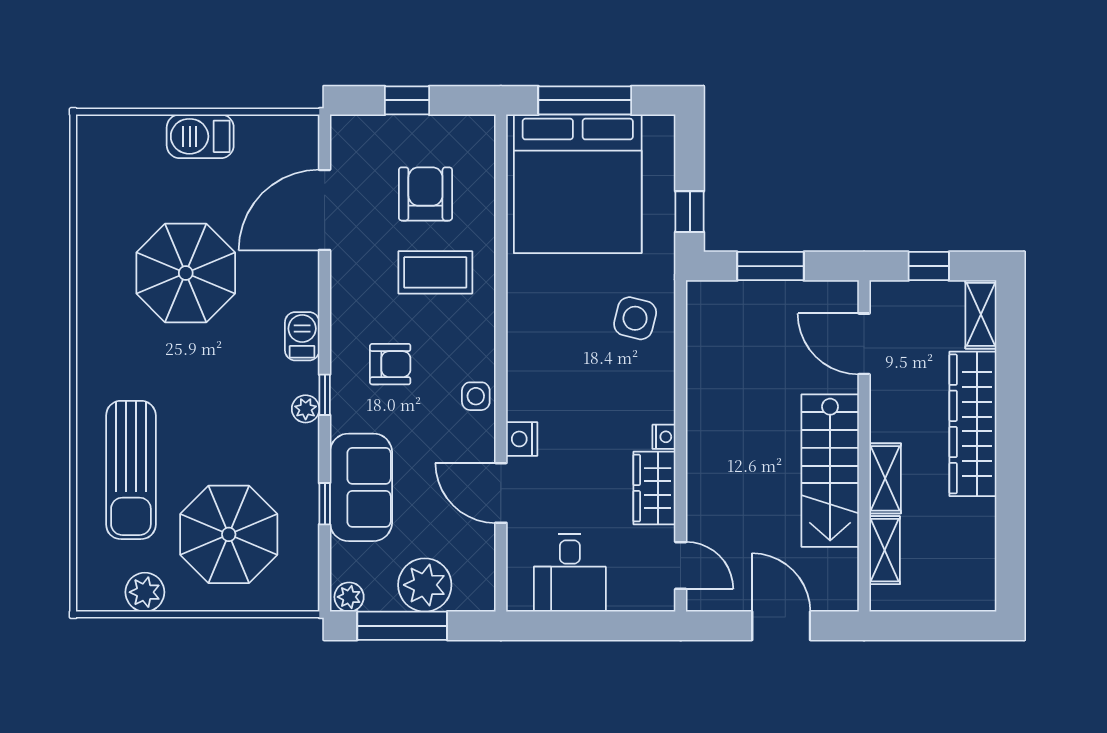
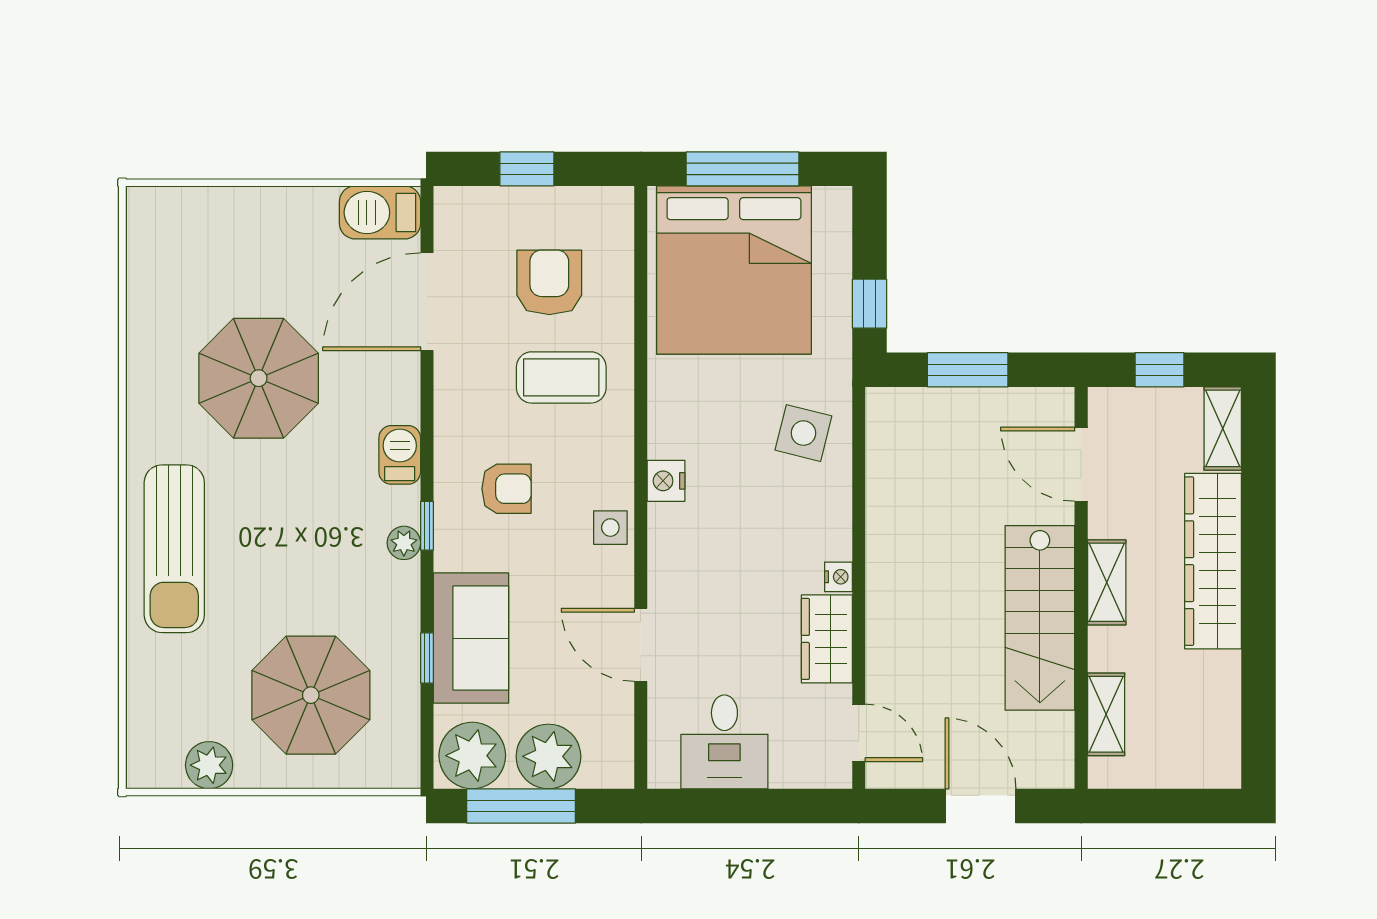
barbecue: (200, 136) -> (380, 212), moved
nightstand: (522, 439) -> (666, 481), moved
sun lounger: (131, 470) -> (174, 549), moved
shelving: (885, 478) -> (1107, 582), moved
plant: (349, 597) -> (472, 756), width x1.88, depth x1.88

